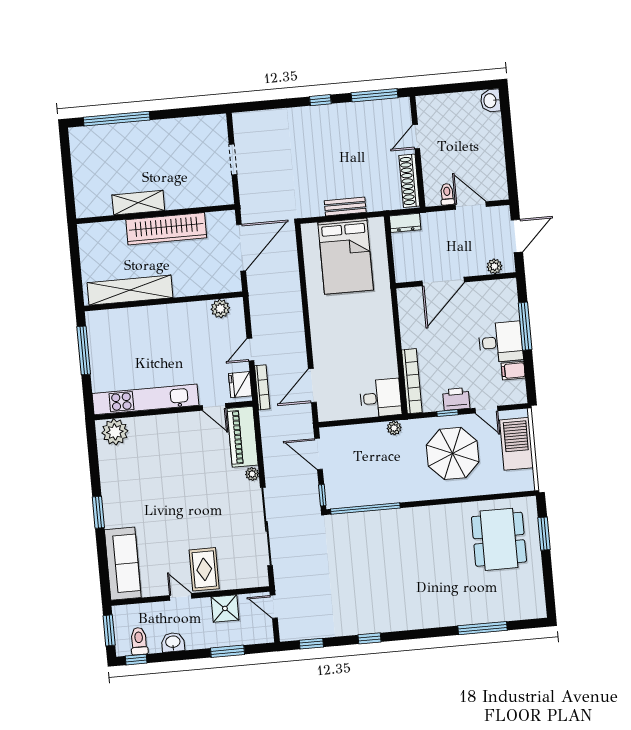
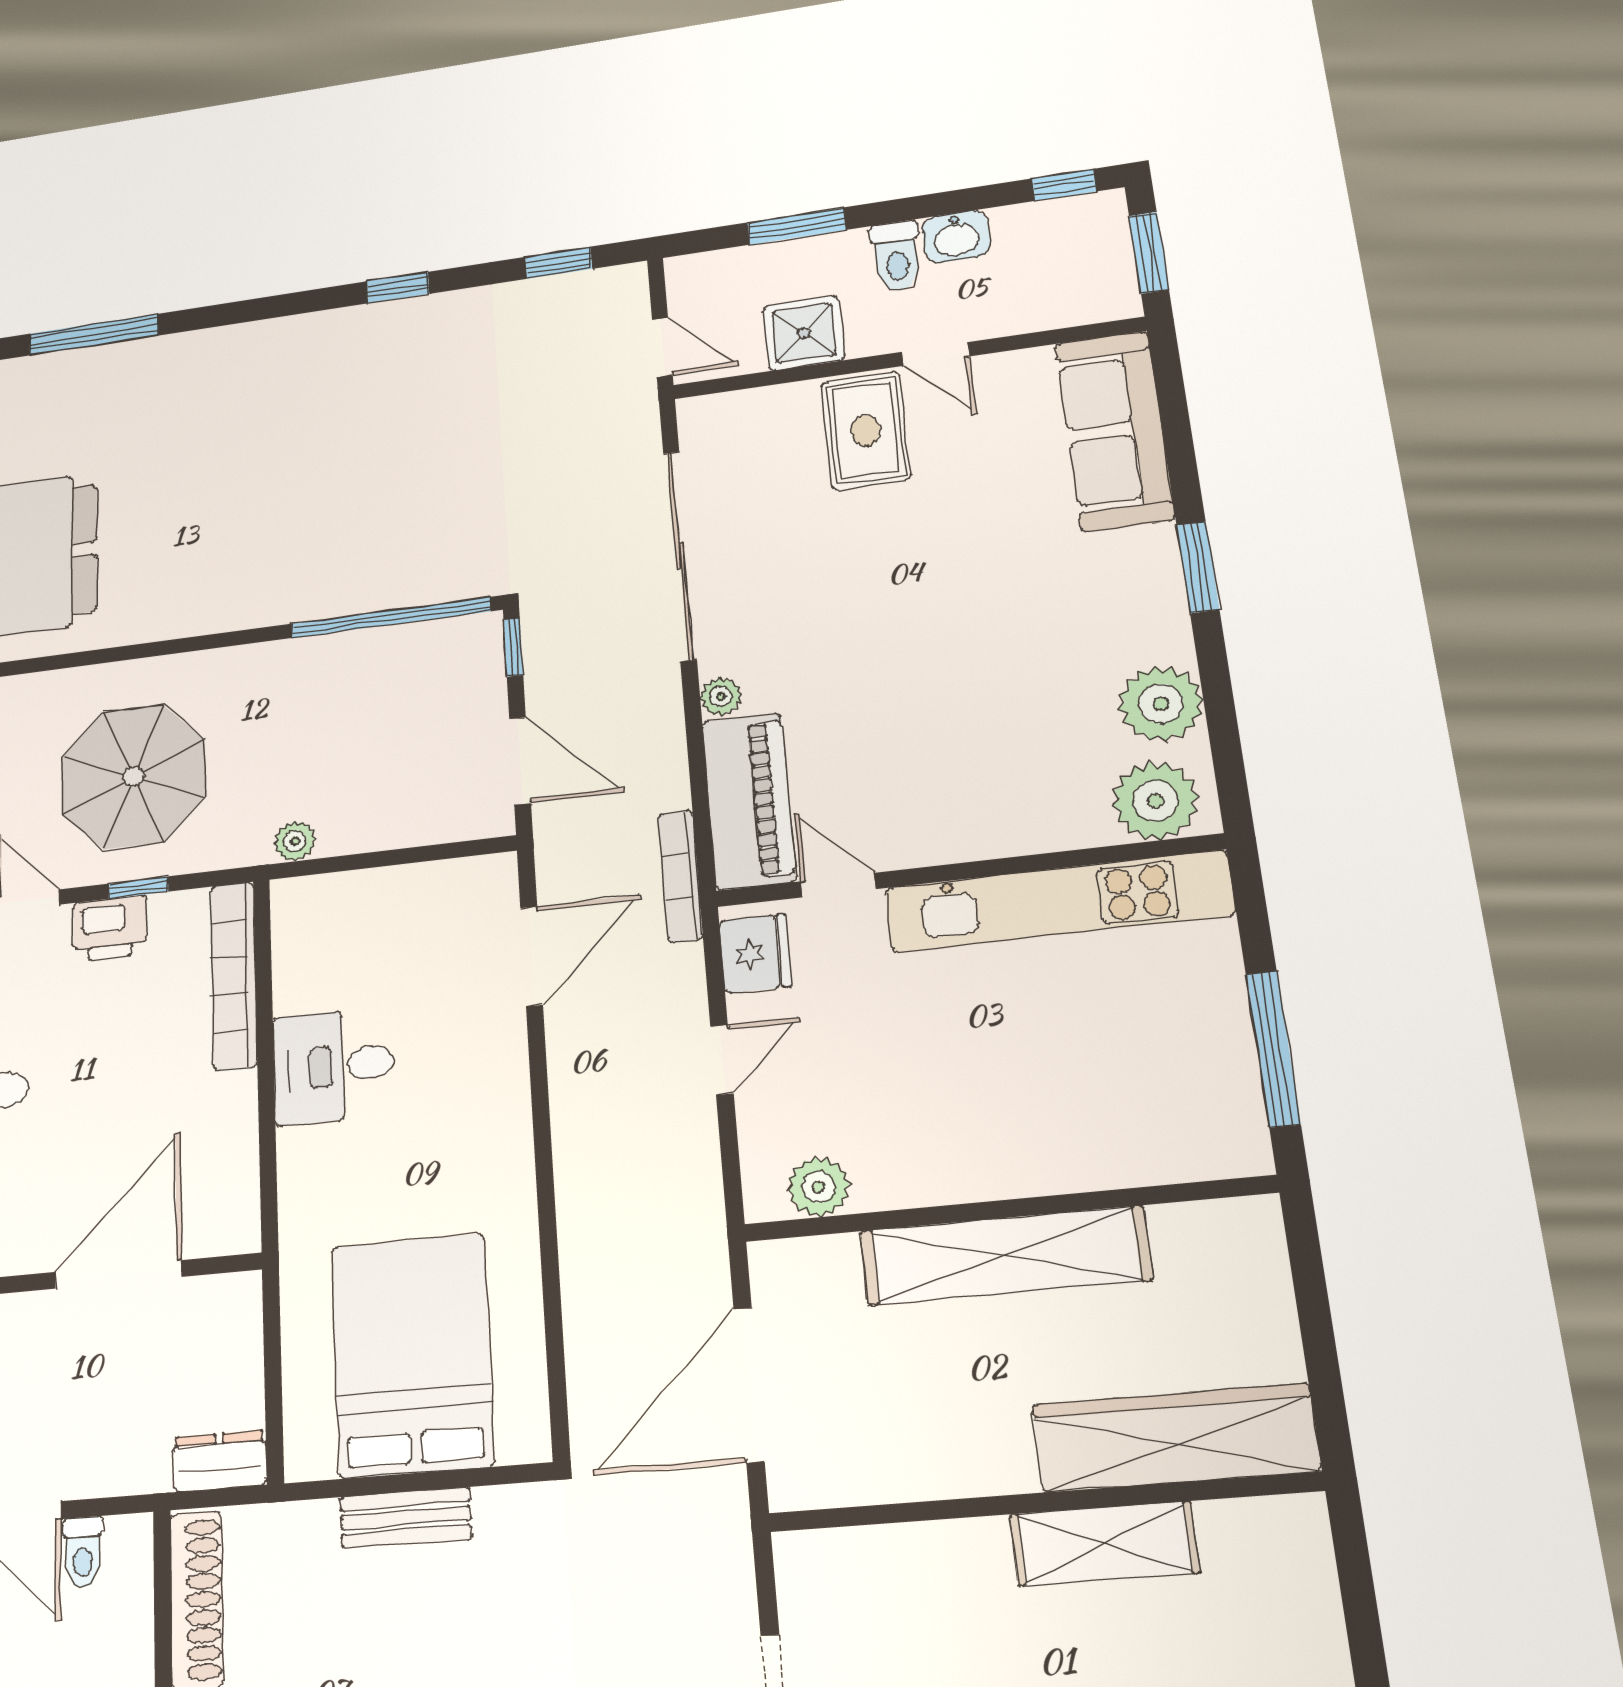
wardrobe: (166, 229) -> (1175, 1438), moved
shelving: (130, 290) -> (1005, 1256), moved
bookcase: (262, 387) -> (680, 876), moved
desk: (381, 398) -> (333, 1066), moved
plant: (112, 465) -> (1161, 704), added
toilet: (139, 641) -> (897, 256), moved

